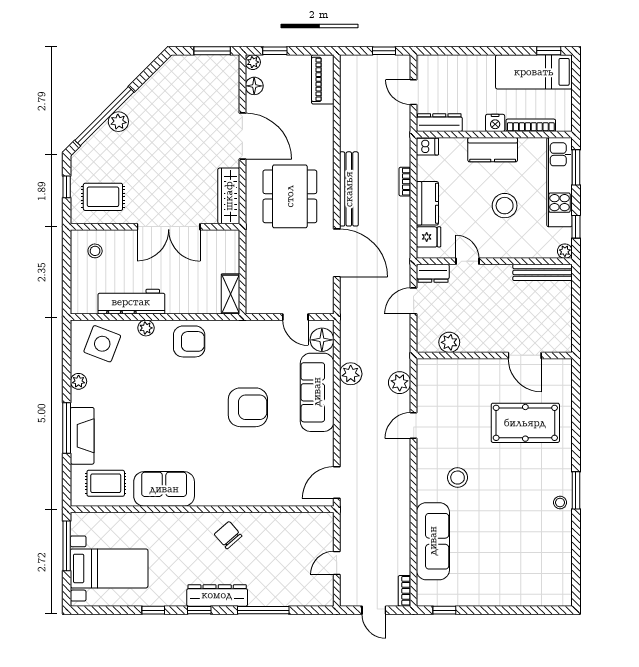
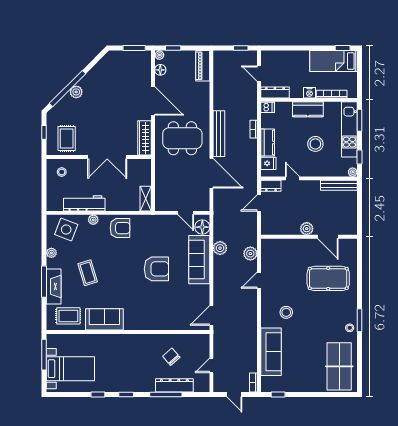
dining table: (290, 196) -> (182, 138), turned 90
rug: (103, 197) -> (67, 138), turned 90
plant: (449, 342) -> (307, 229), moved
coffee table: (137, 414) -> (88, 273), added
chair: (228, 535) -> (171, 357), moved
table tennis table: (543, 565) -> (339, 366), added
dresser: (217, 595) -> (174, 385), moved

